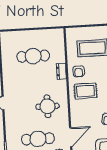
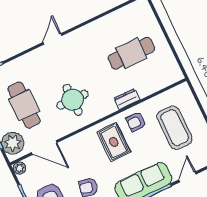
cafe table: (33, 56) -> (131, 53), turned 90

